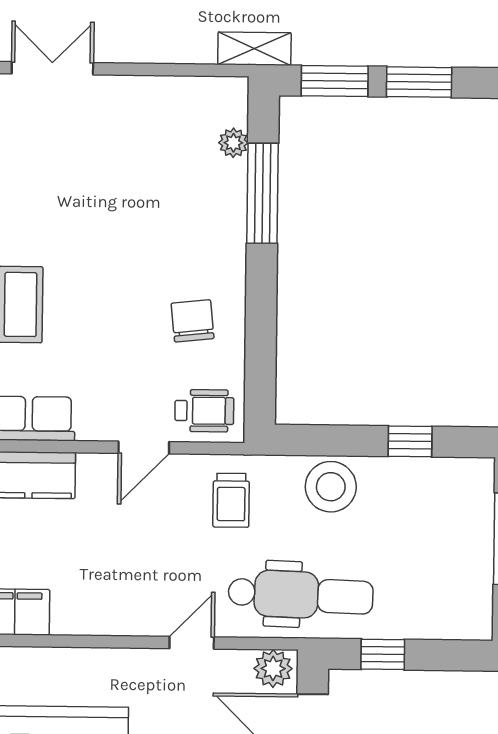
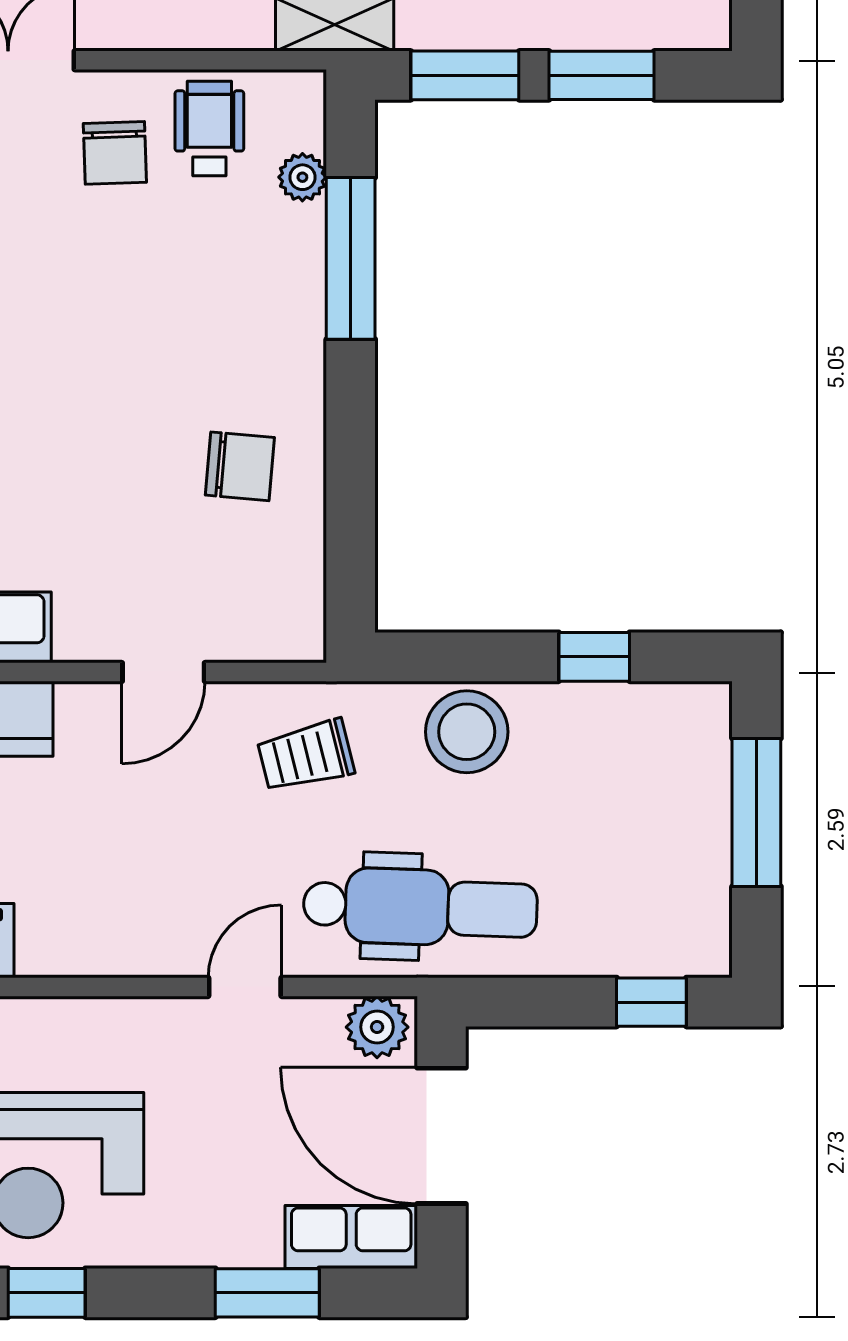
chair: (118, 126) -> (115, 153), added
chair: (193, 321) -> (240, 466), turned 101
wheelchair: (204, 411) -> (209, 129), moved, turned -90
trolley: (231, 500) -> (306, 756), turned 76
window: (383, 654) -> (651, 1002), moved

